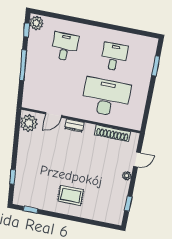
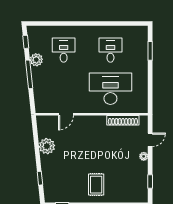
plant: (36, 23) -> (36, 60), moved
plant: (29, 123) -> (47, 146), moved
dresser: (74, 125) -> (87, 120), removed
rug: (71, 195) -> (96, 185), turned 90

